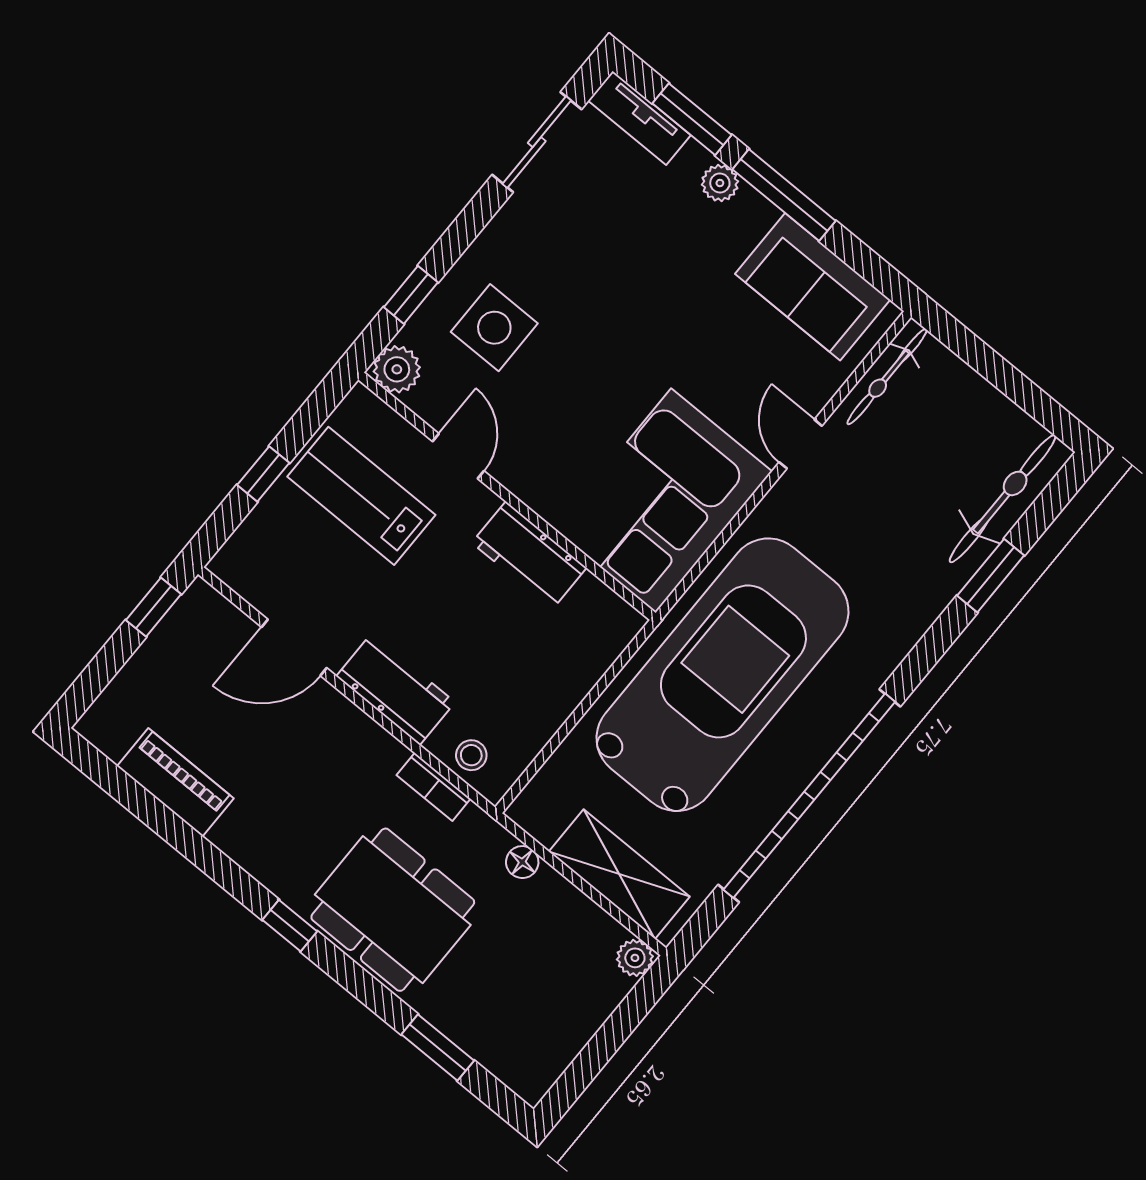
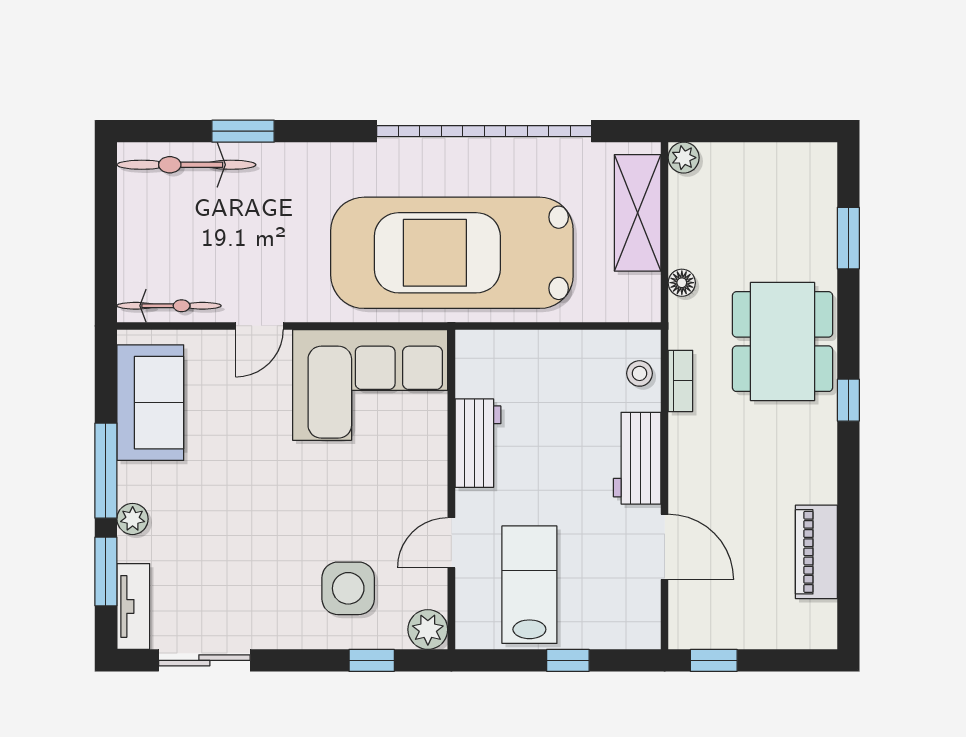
lab bench: (361, 496) -> (529, 585), turned 180

